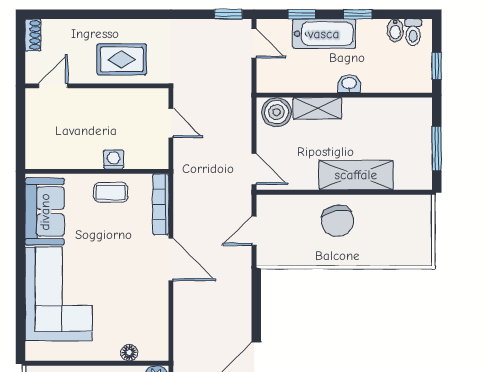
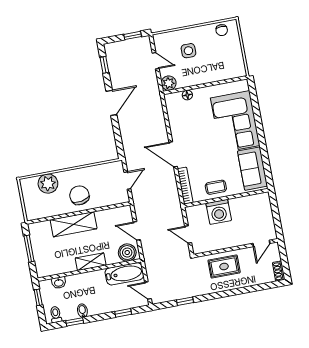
window: (228, 14) -> (185, 301), moved
window: (358, 14) -> (75, 322), moved
bidet: (395, 30) -> (82, 311), moved
bathtub: (324, 34) -> (124, 274), moved, turned 180
washbasin: (349, 84) -> (59, 283), moved
shelving: (317, 108) -> (91, 262), moved
washing machine: (114, 159) -> (219, 212), width x1.89, depth x1.89
door: (254, 169) -> (137, 231), moved
plant: (386, 250) -> (48, 184), added

